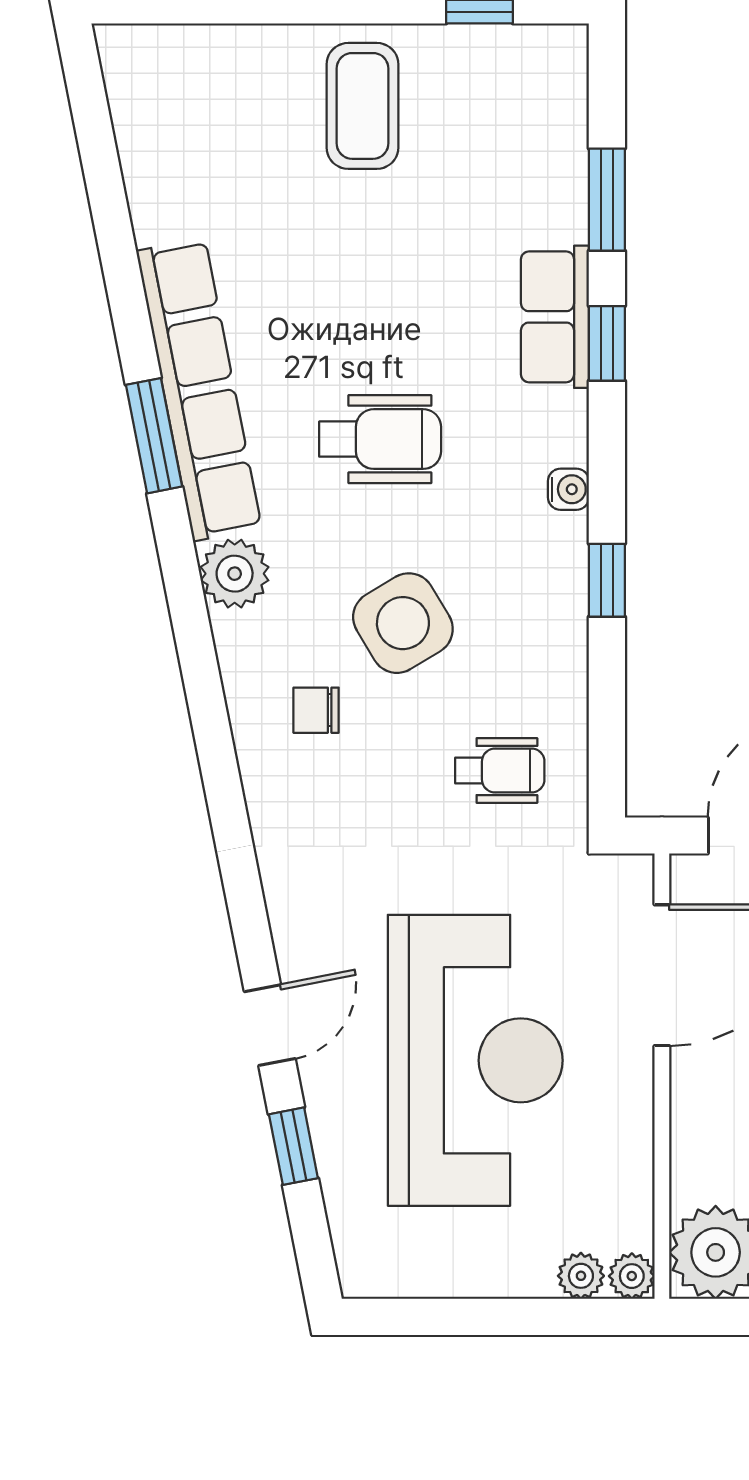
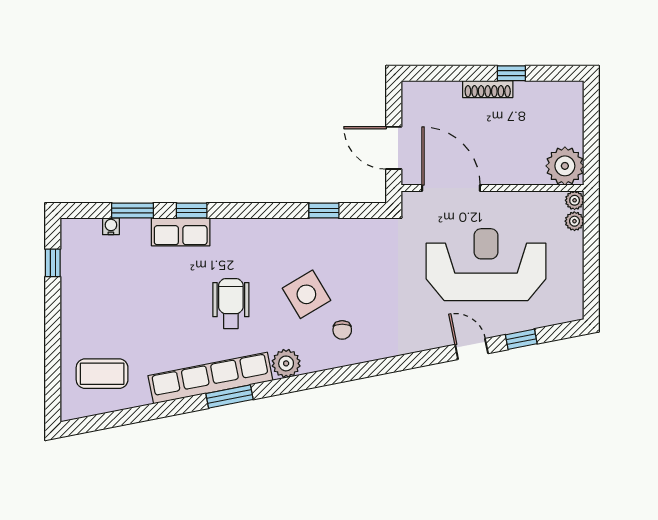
coffee table: (363, 106) -> (102, 374), moved
water cooler: (568, 489) -> (111, 226), moved
window: (607, 580) -> (324, 211), moved
wheelchair: (500, 770) -> (367, 255), removed

